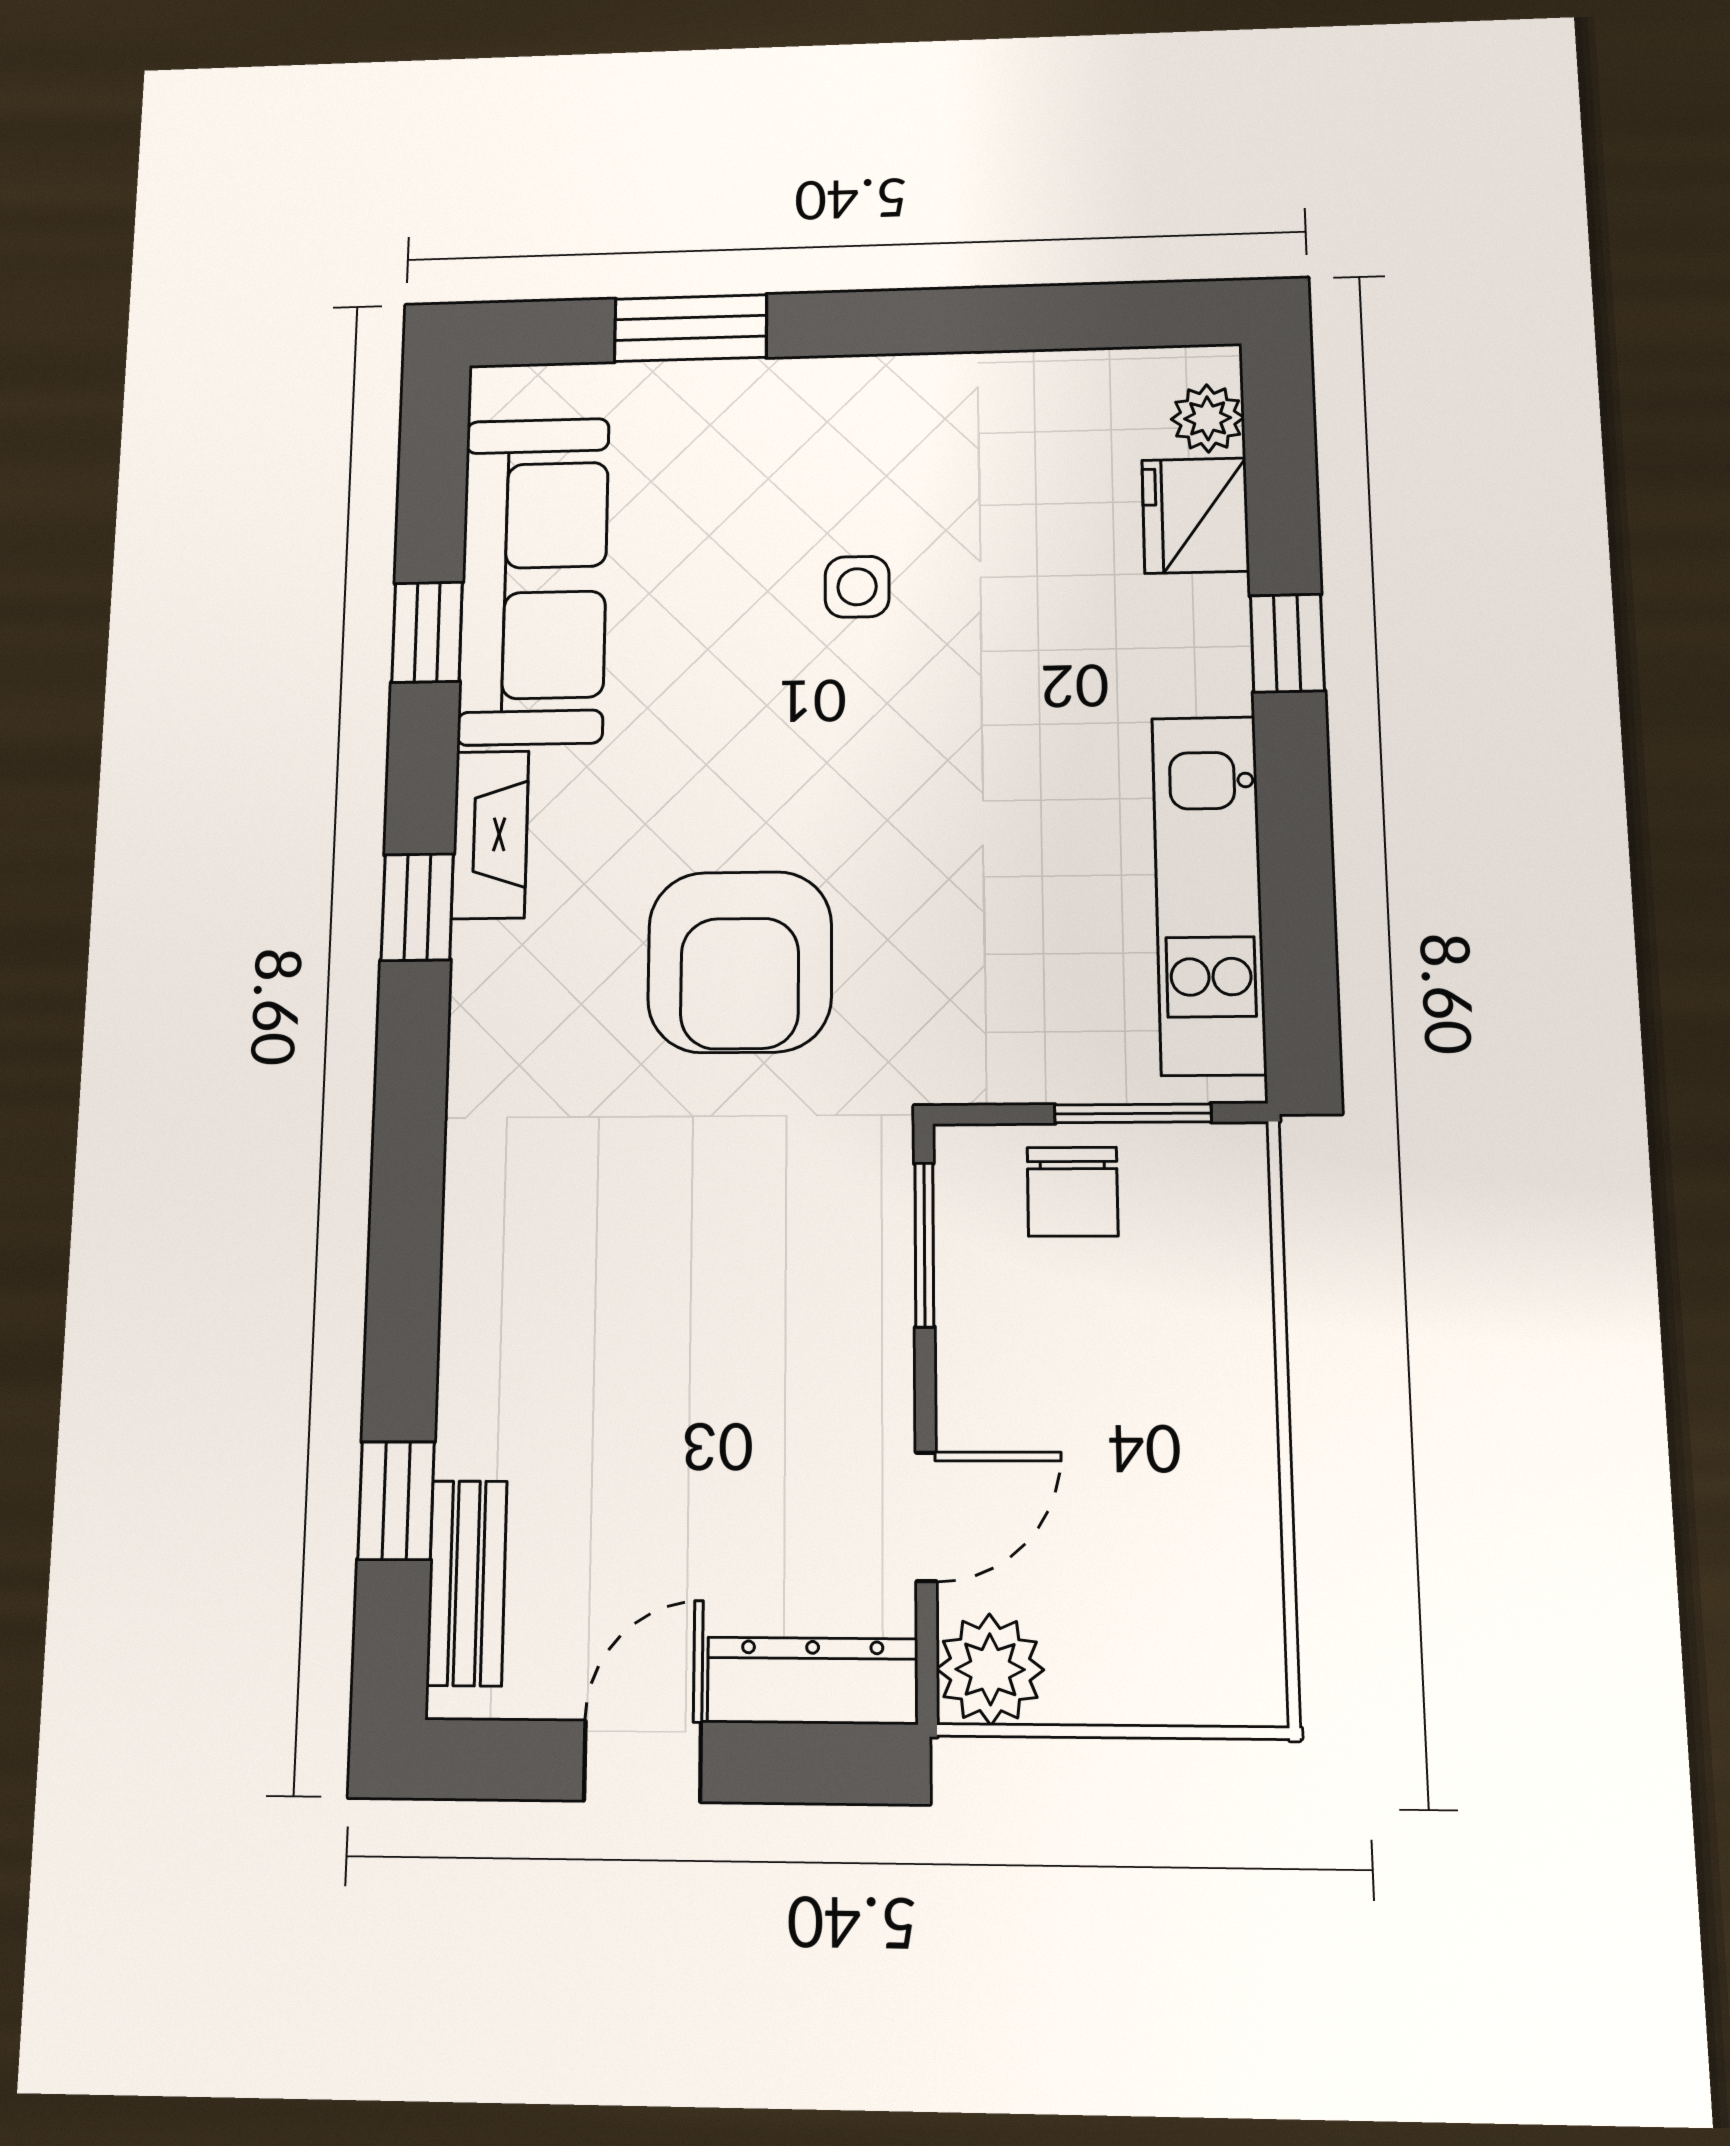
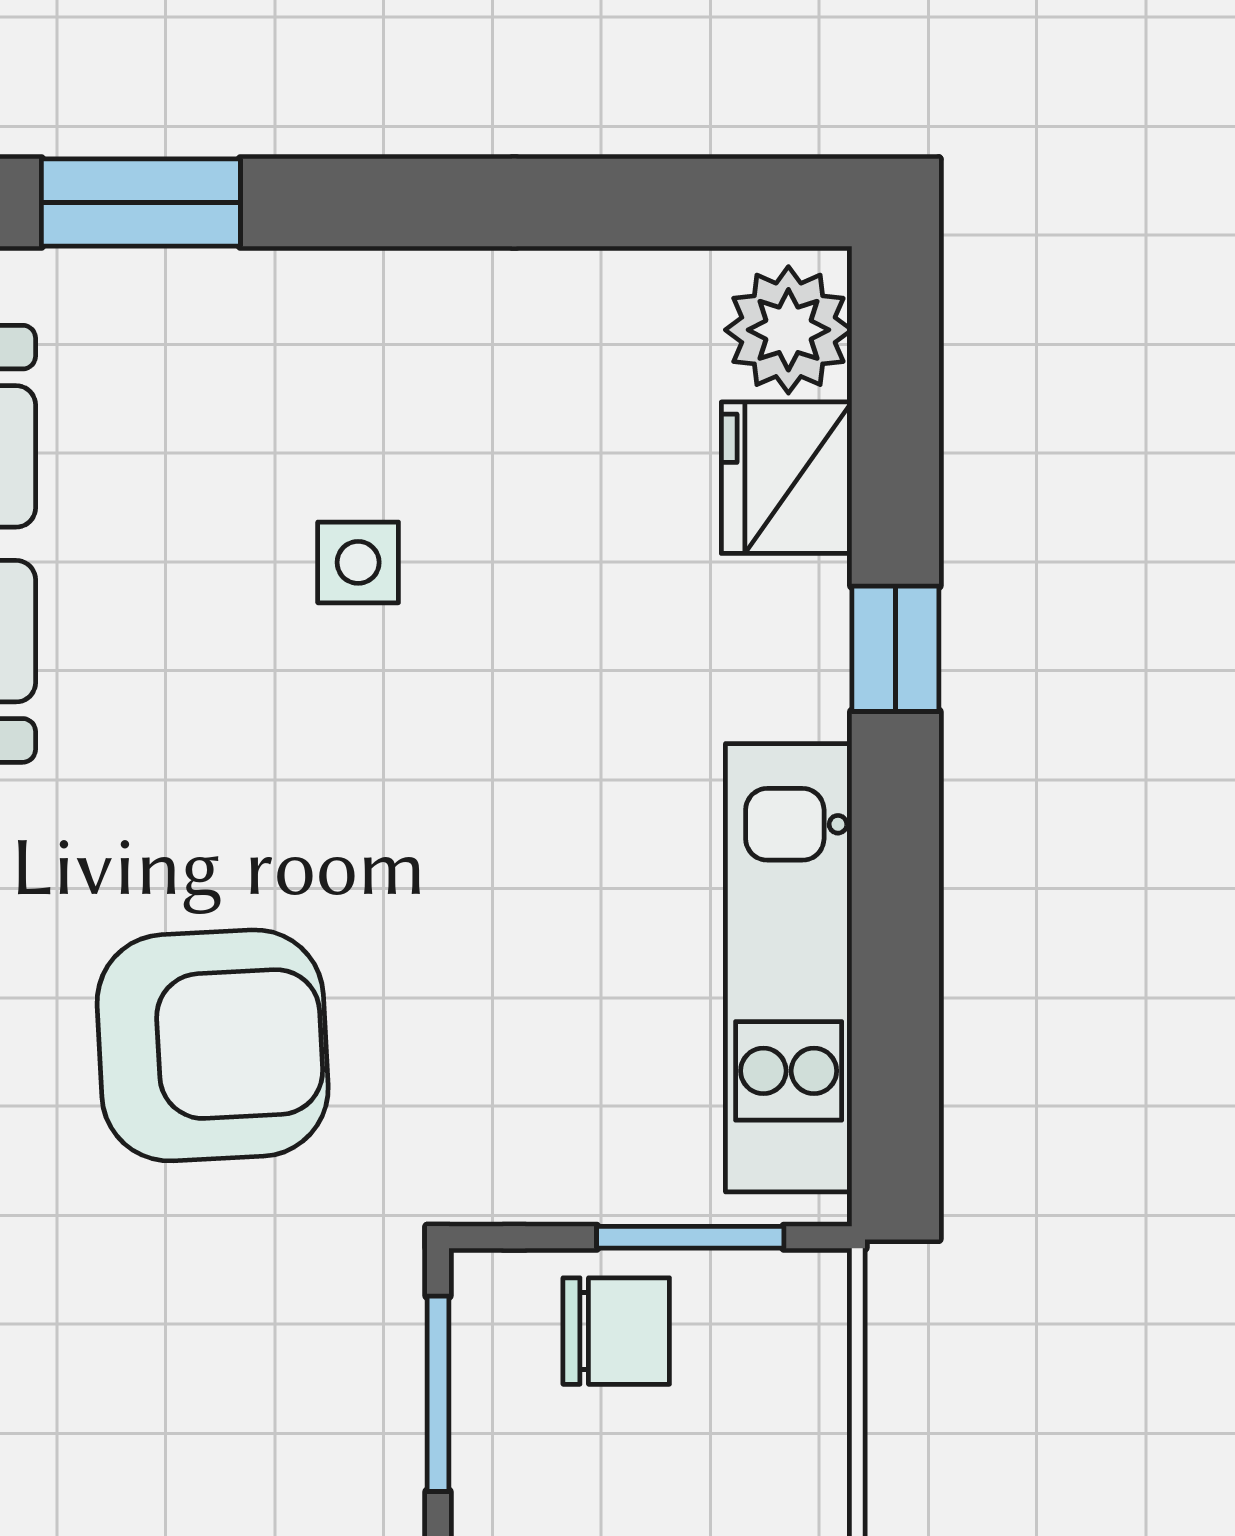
plant: (1208, 418) -> (788, 330), width x1.38, depth x1.38
armchair: (740, 962) -> (213, 1045), turned -93
chair: (1073, 1192) -> (616, 1331), turned -90

